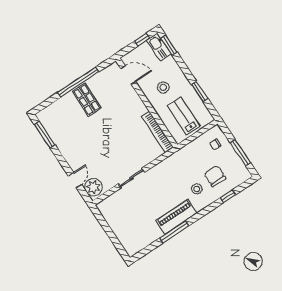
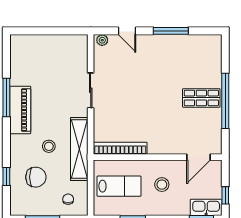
window: (45, 135) -> (171, 31), moved
shelving: (176, 159) -> (79, 149), added
plant: (93, 187) -> (102, 40), width x0.53, depth x0.53
stool: (197, 189) -> (49, 146), moved

